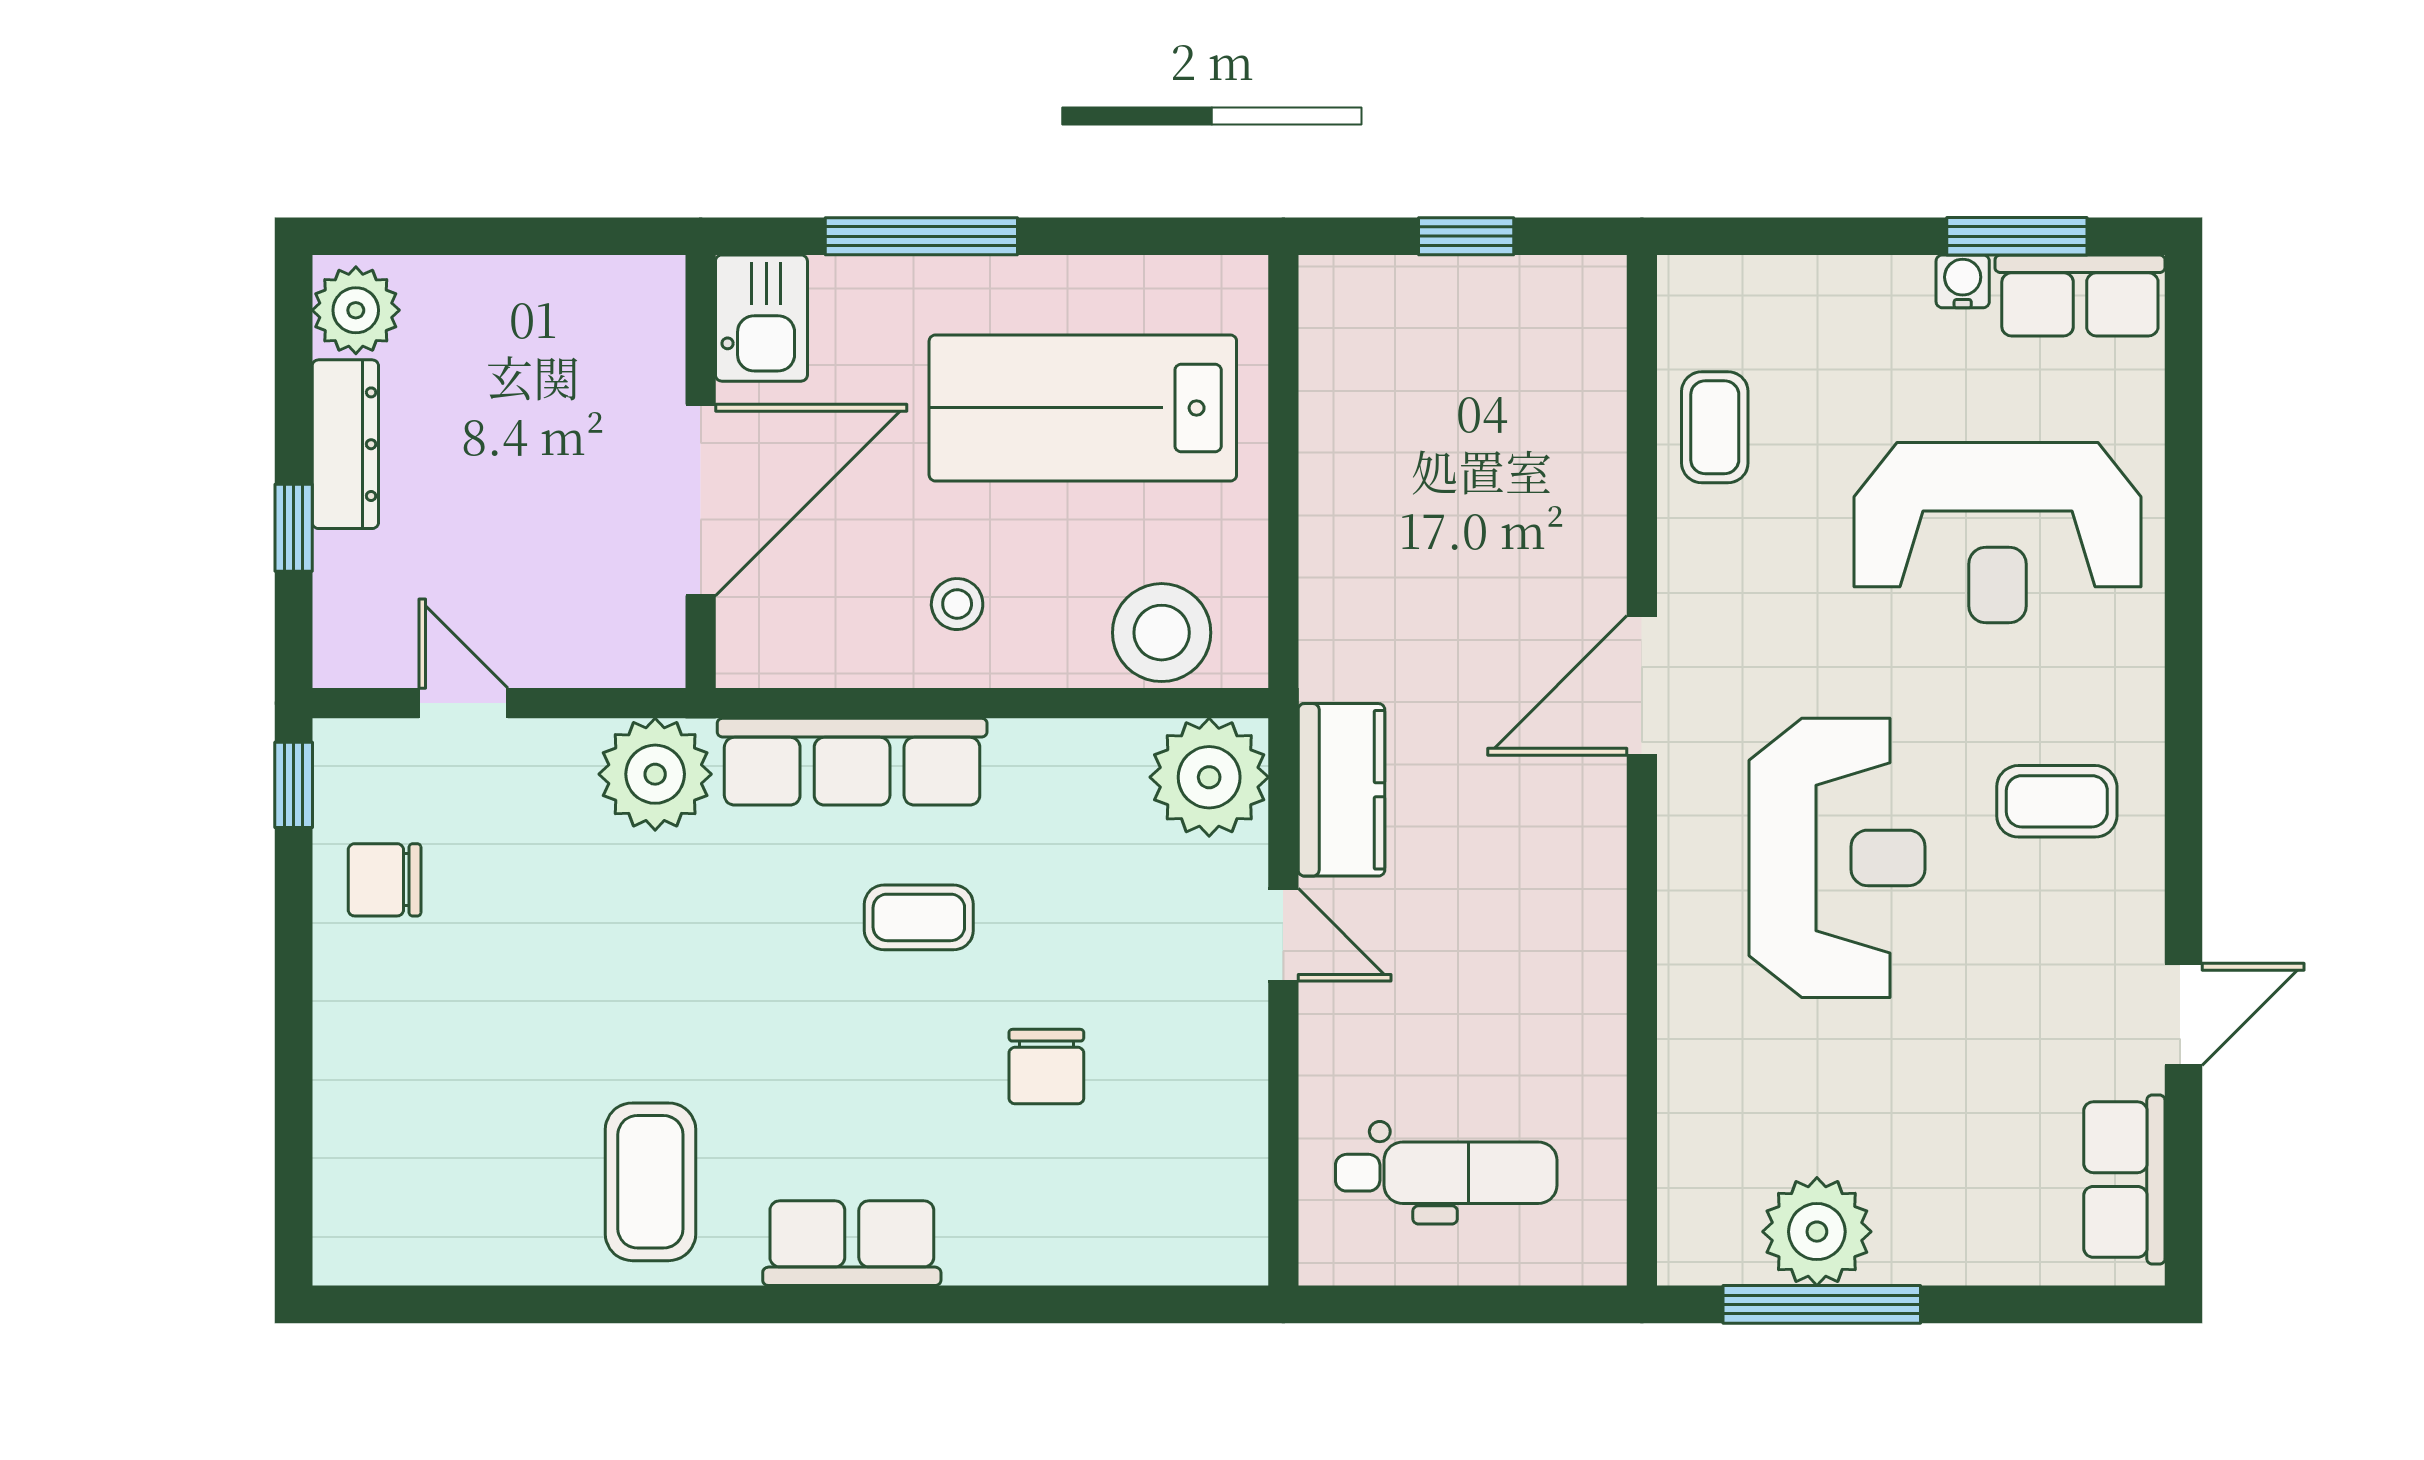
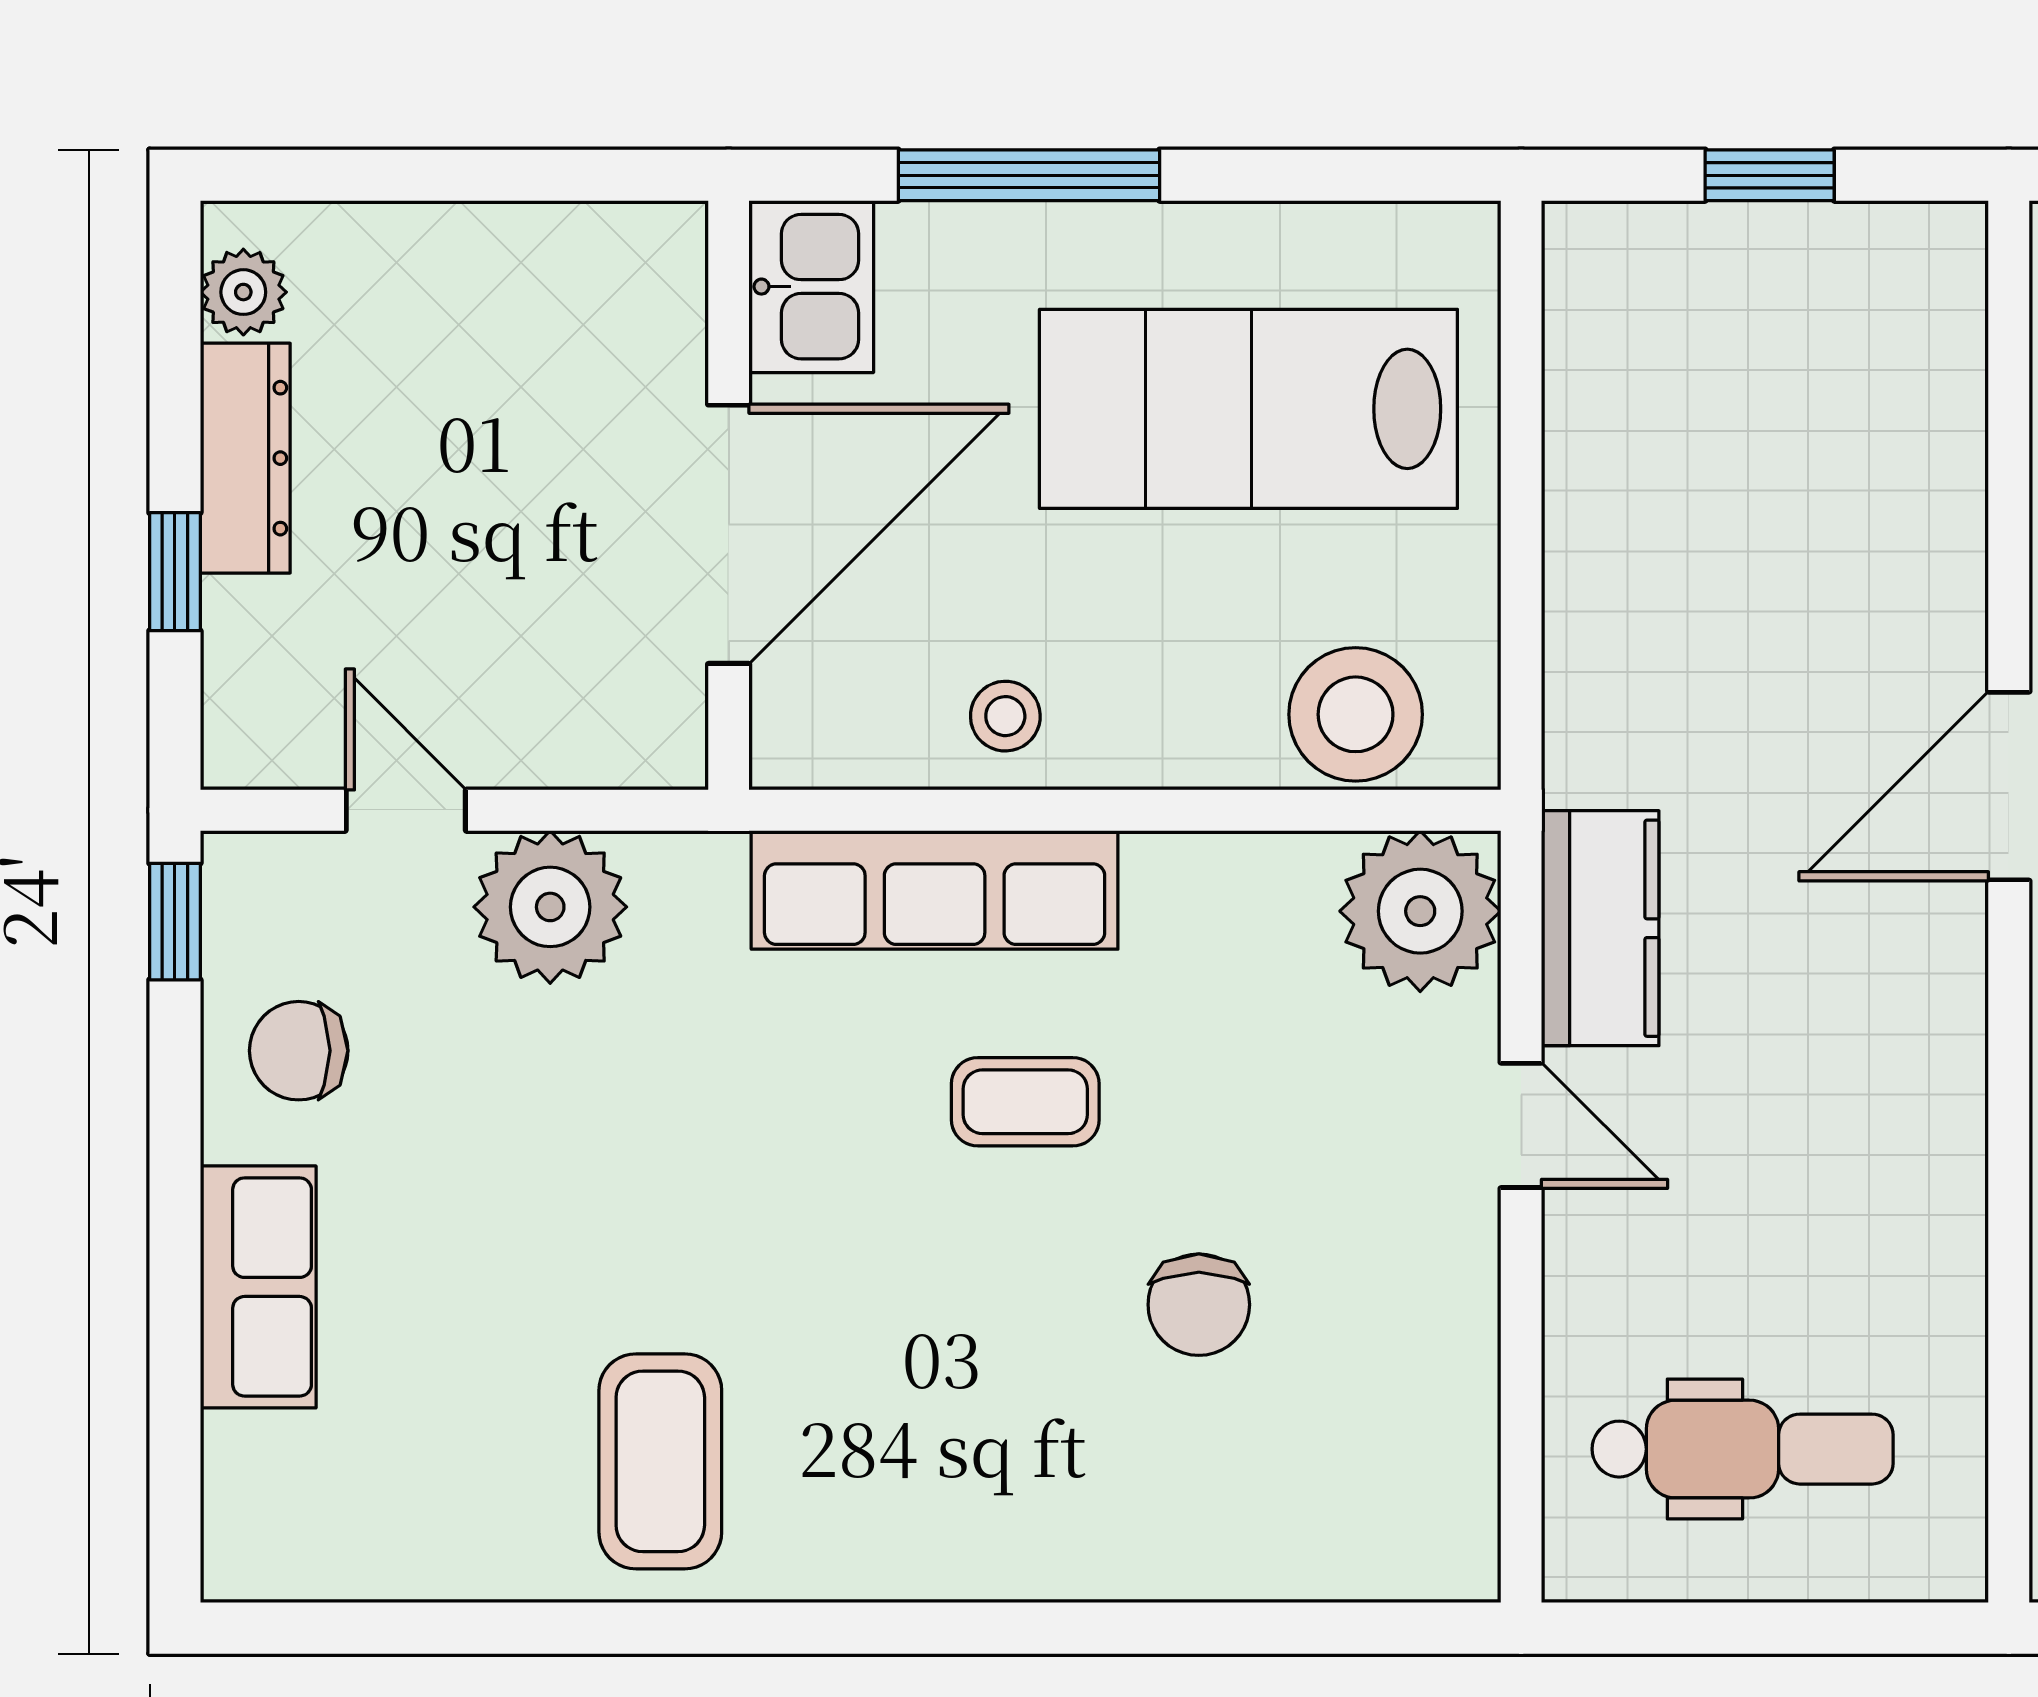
plant: (356, 310) -> (243, 292), width x0.73, depth x0.73
stool: (957, 604) -> (1005, 716), moved
plant: (655, 774) -> (550, 907), moved
row of seats: (852, 1243) -> (258, 1287), moved, turned 90

